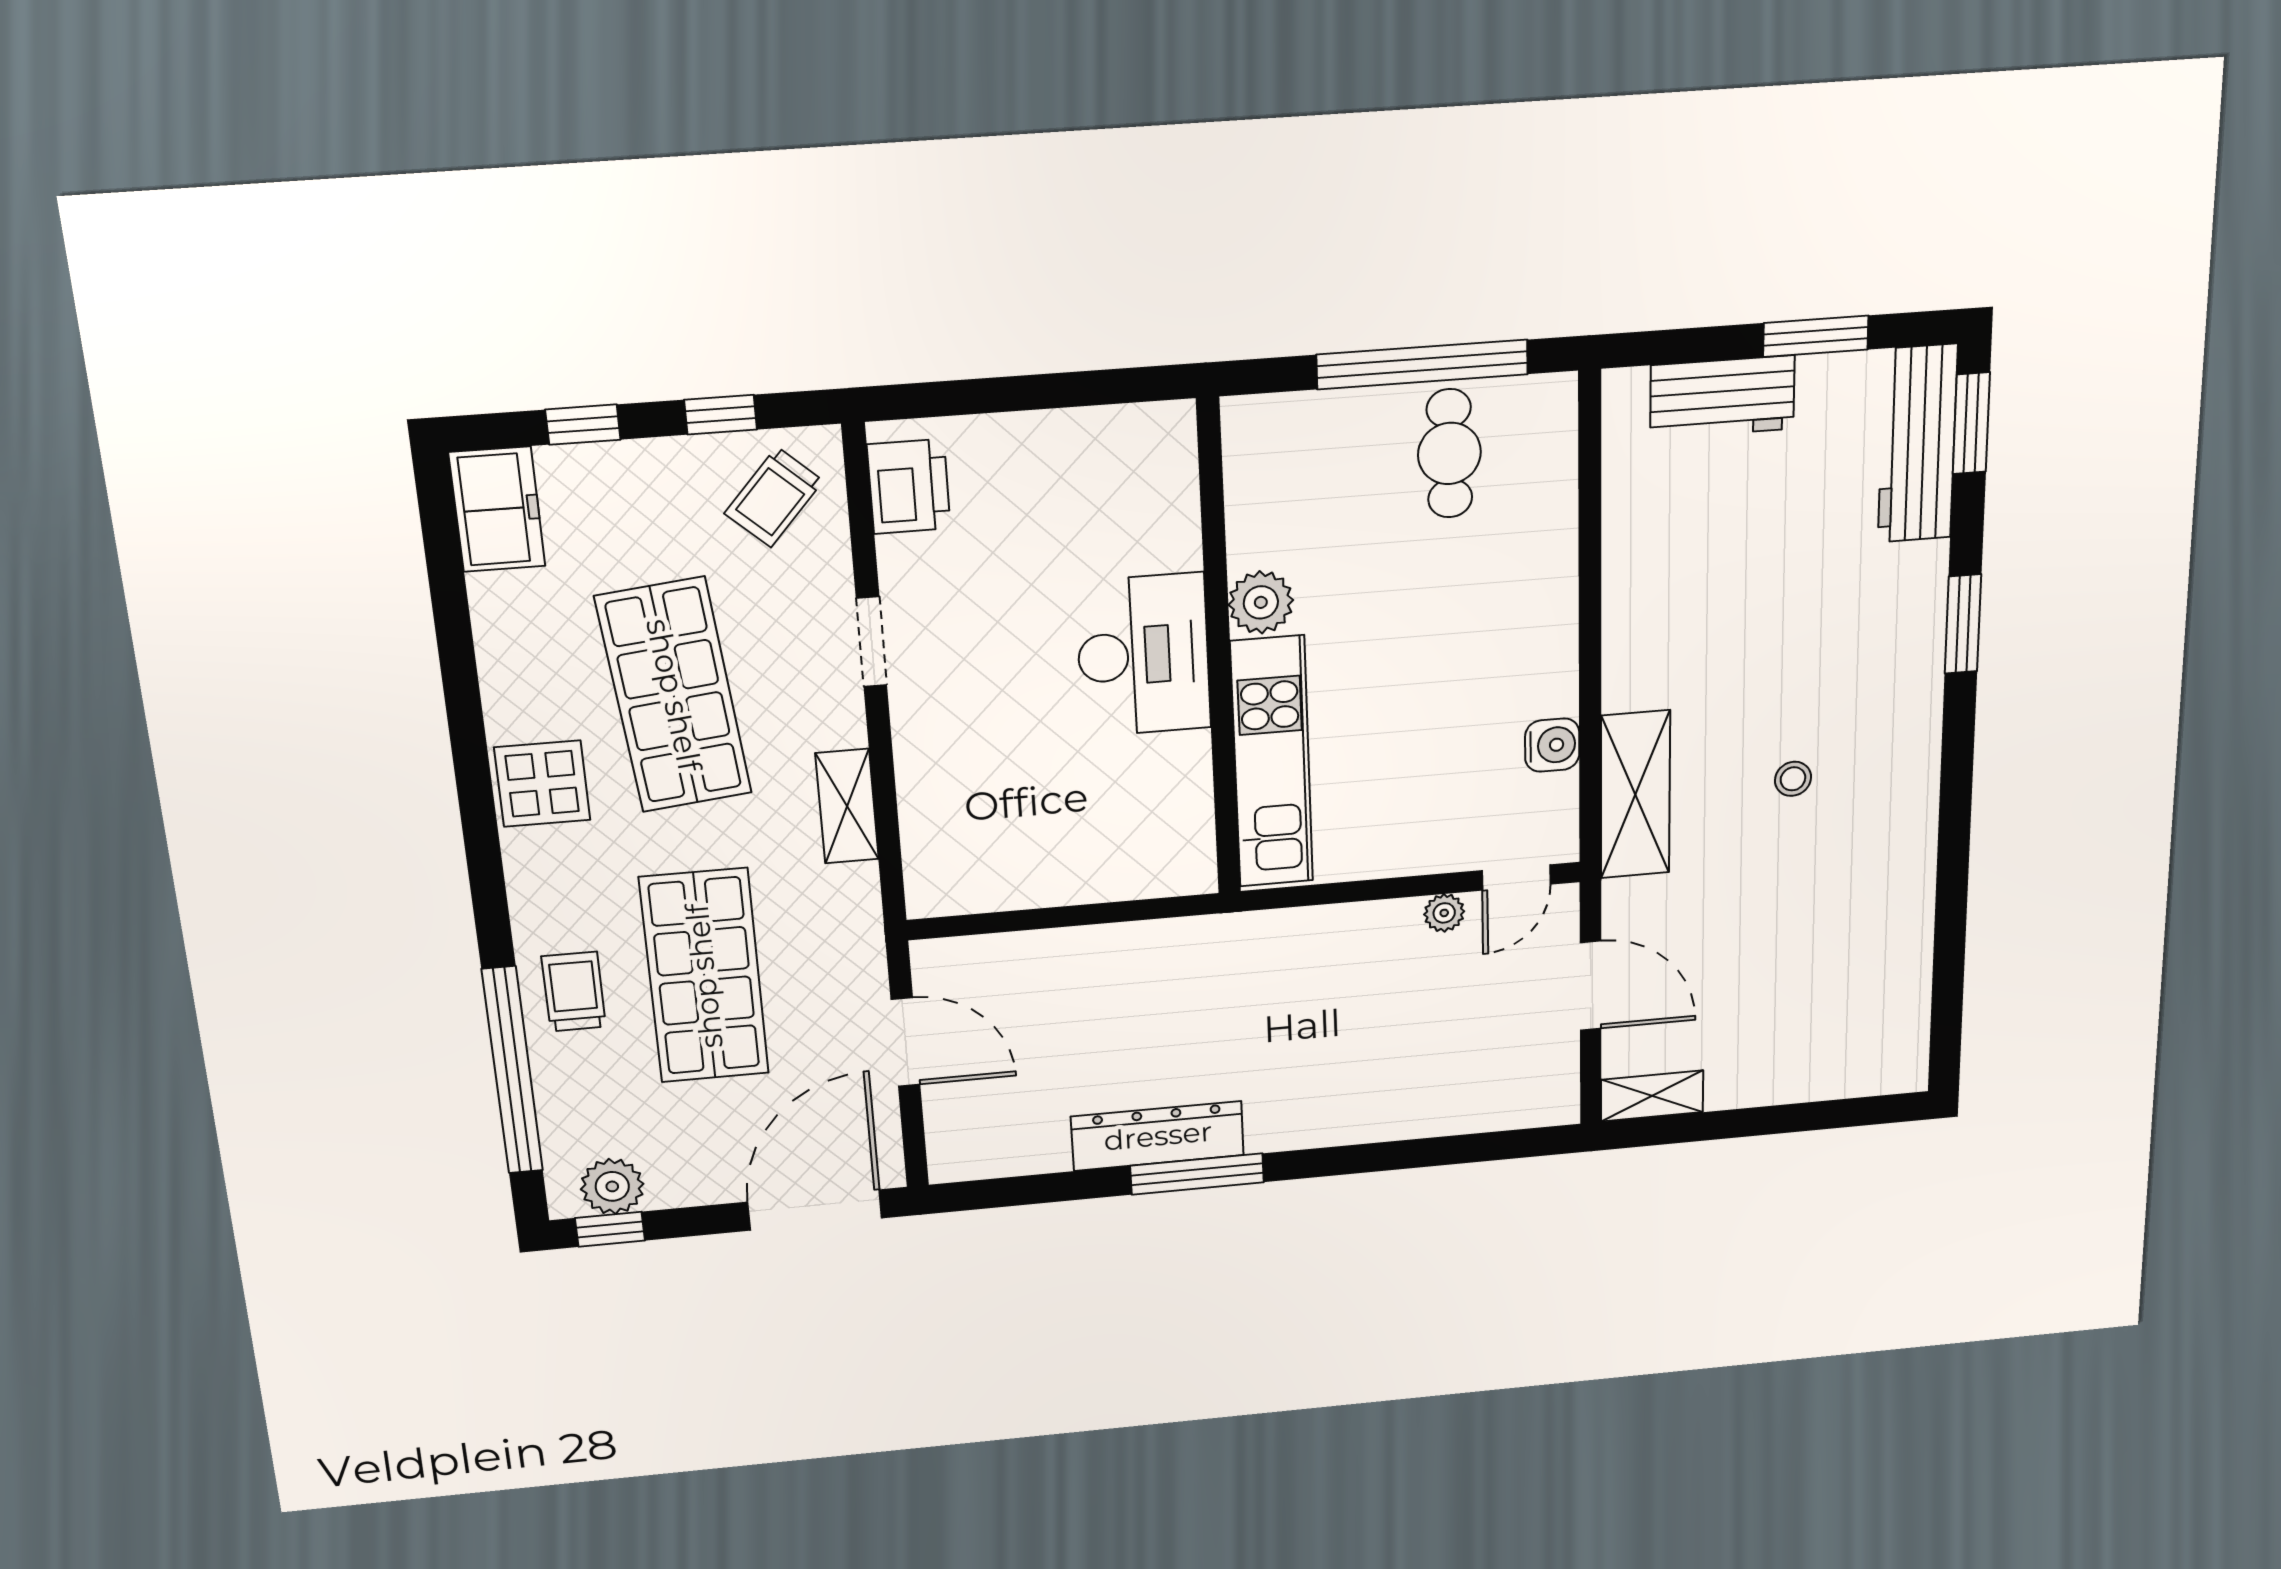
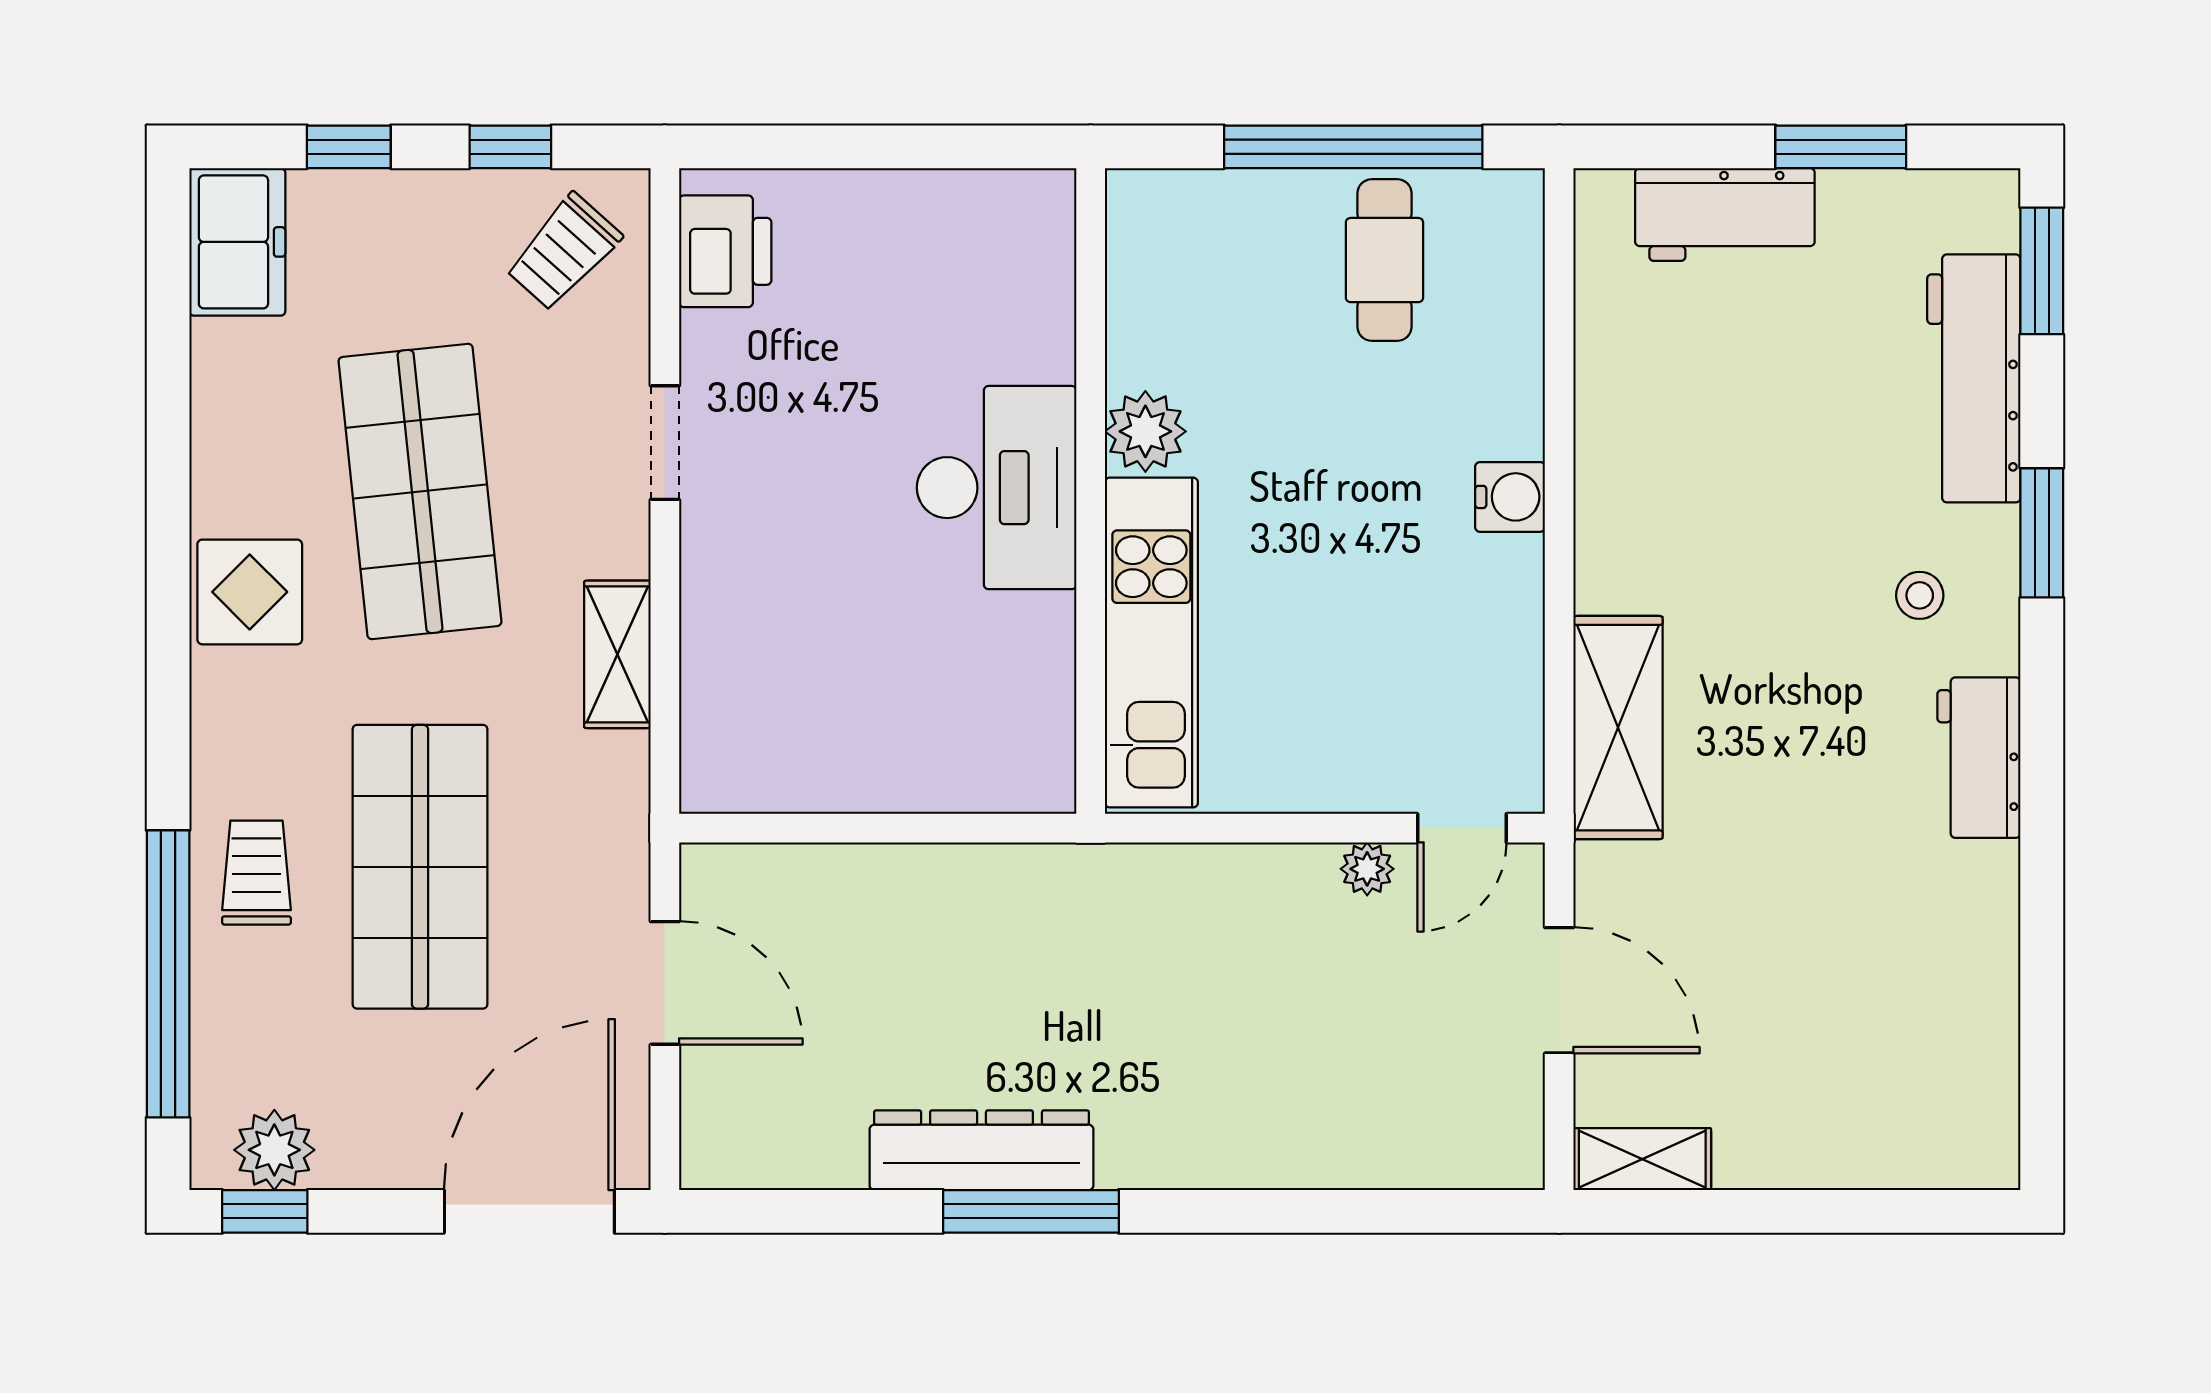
workbench: (1918, 444) -> (1974, 378), moved
water cooler: (1552, 745) -> (1510, 497), moved
stool: (1793, 779) -> (1920, 595), moved
workbench: (1909, 793) -> (1979, 758), added

